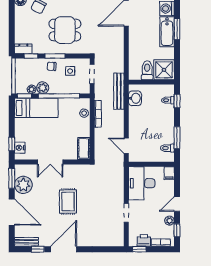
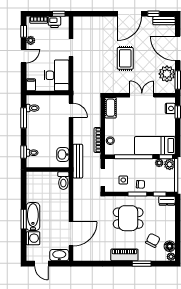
toilet: (147, 70) -> (63, 181), moved
shower: (164, 70) -> (36, 181), removed
plant: (43, 88) -> (170, 164), moved

